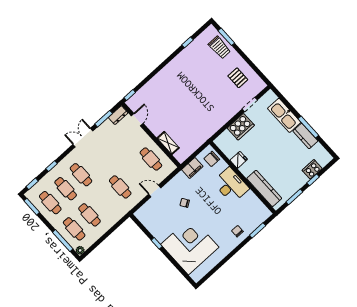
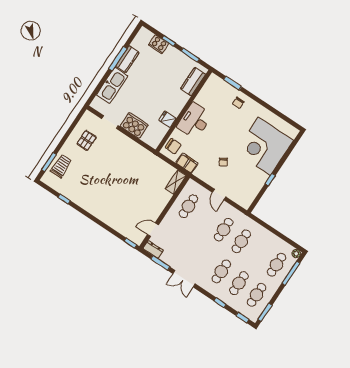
shelving: (168, 143) -> (176, 182), moved
kitchen counter: (264, 188) -> (193, 82), width x0.67
cafe table: (89, 215) -> (241, 241), moved

